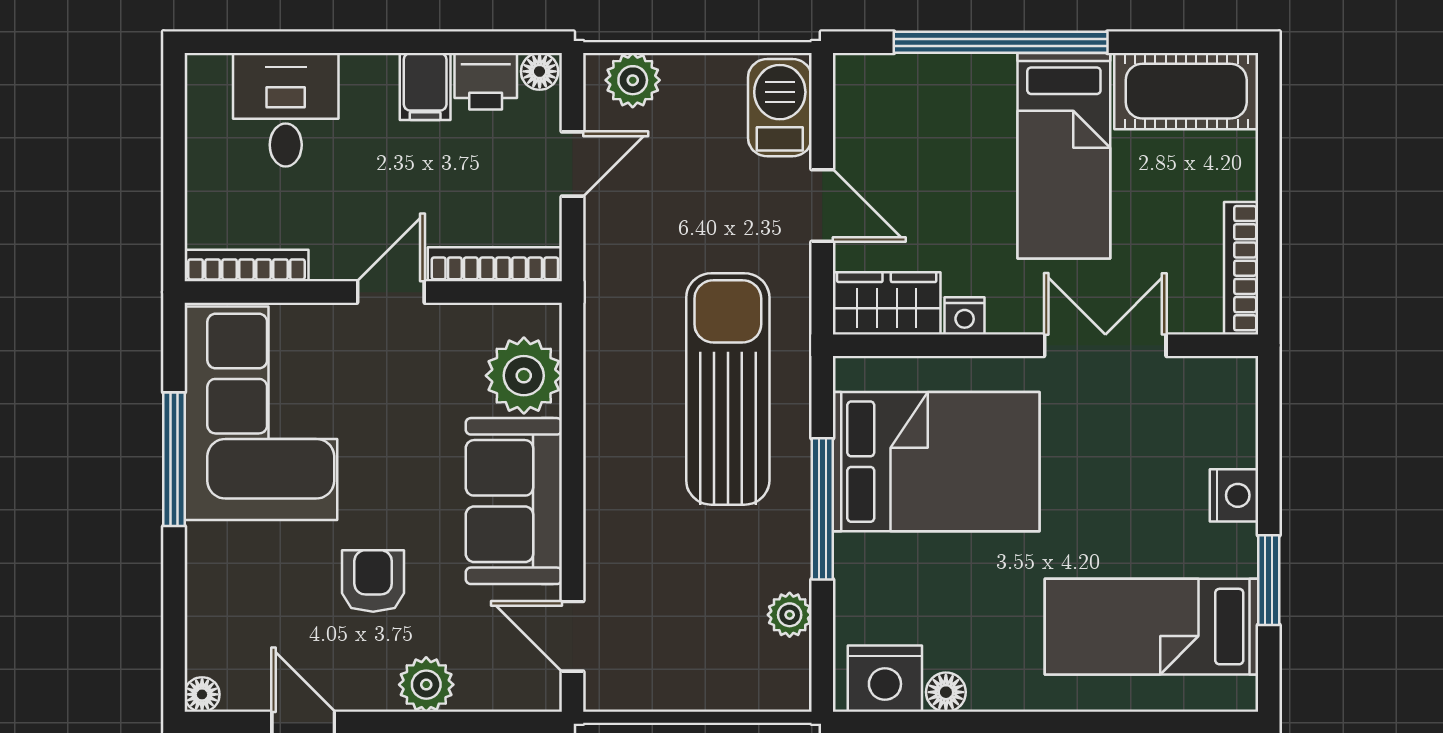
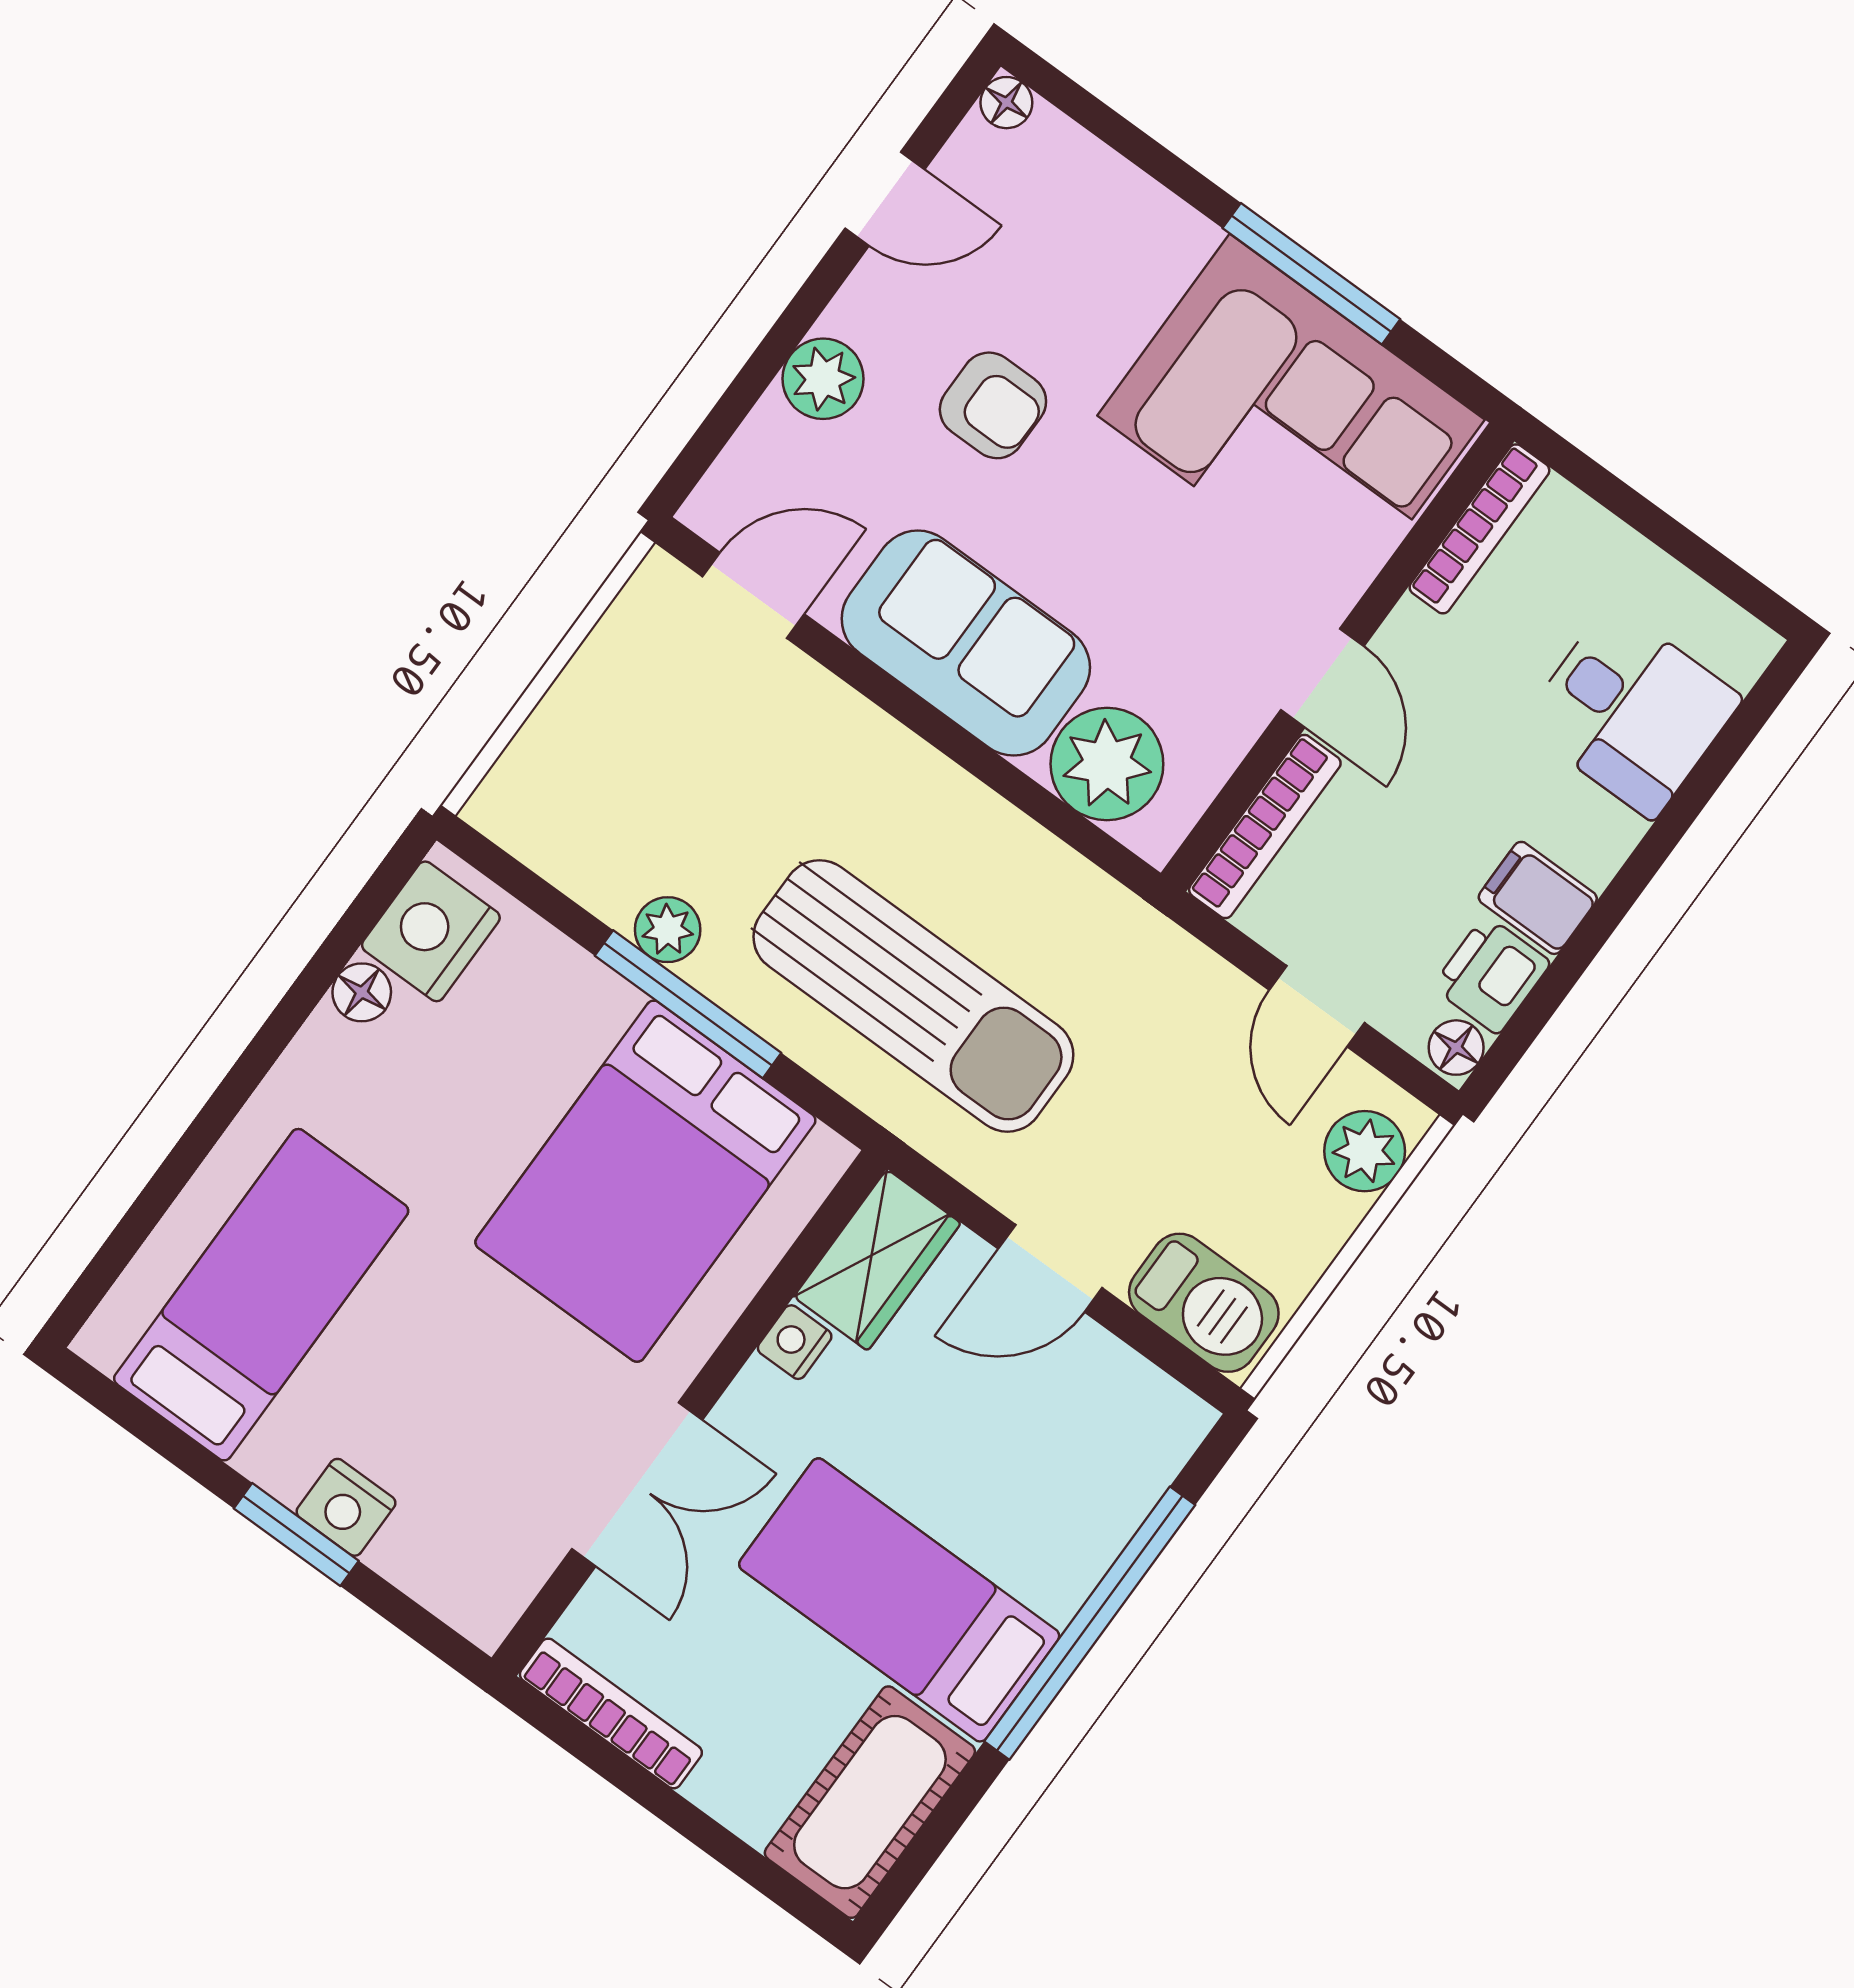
window: (1269, 580) -> (296, 1535), moved
plant: (790, 615) -> (668, 930), moved

